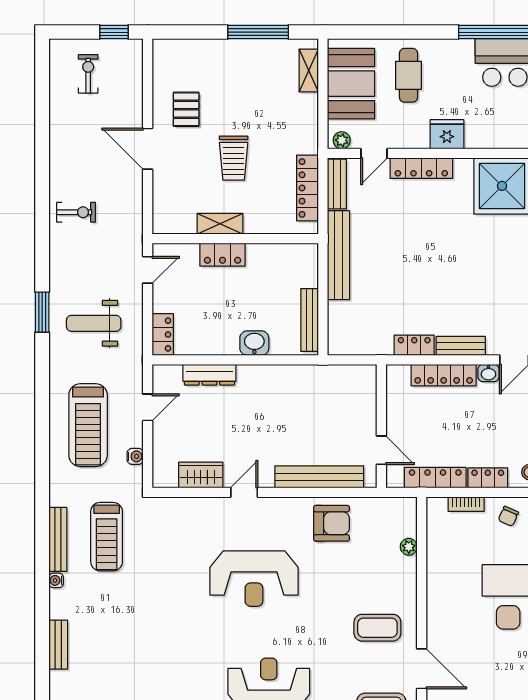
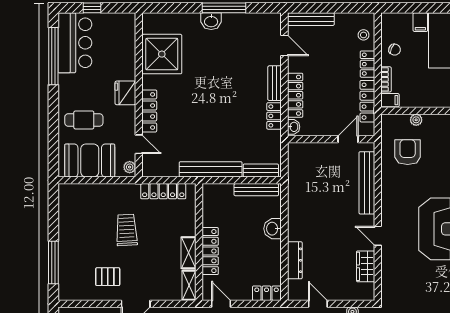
window: (258, 32) -> (53, 262), moved
shelving: (309, 70) -> (189, 285), moved, turned 90
trolley: (234, 158) -> (127, 230), moved, turned -93
bench: (337, 184) -> (261, 170), moved
locker: (223, 255) -> (210, 251), width x1.53
washbasin: (488, 373) -> (294, 127), moved
filing cabinet: (437, 510) -> (390, 100), added
armchair: (332, 523) -> (408, 152), moved

